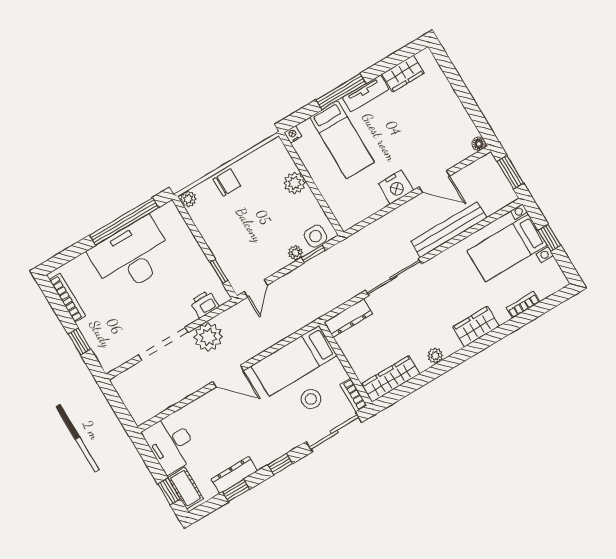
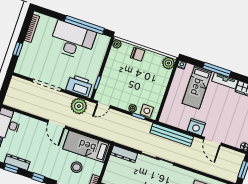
plant: (295, 183) -> (168, 63), moved
bench: (449, 230) -> (172, 135), moved
printer: (204, 304) -> (79, 86), width x1.87, depth x1.48
plant: (208, 337) -> (79, 106), moved

